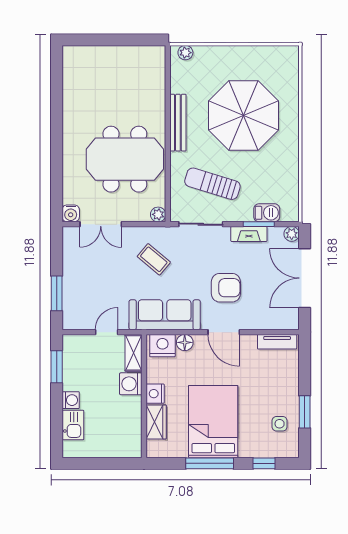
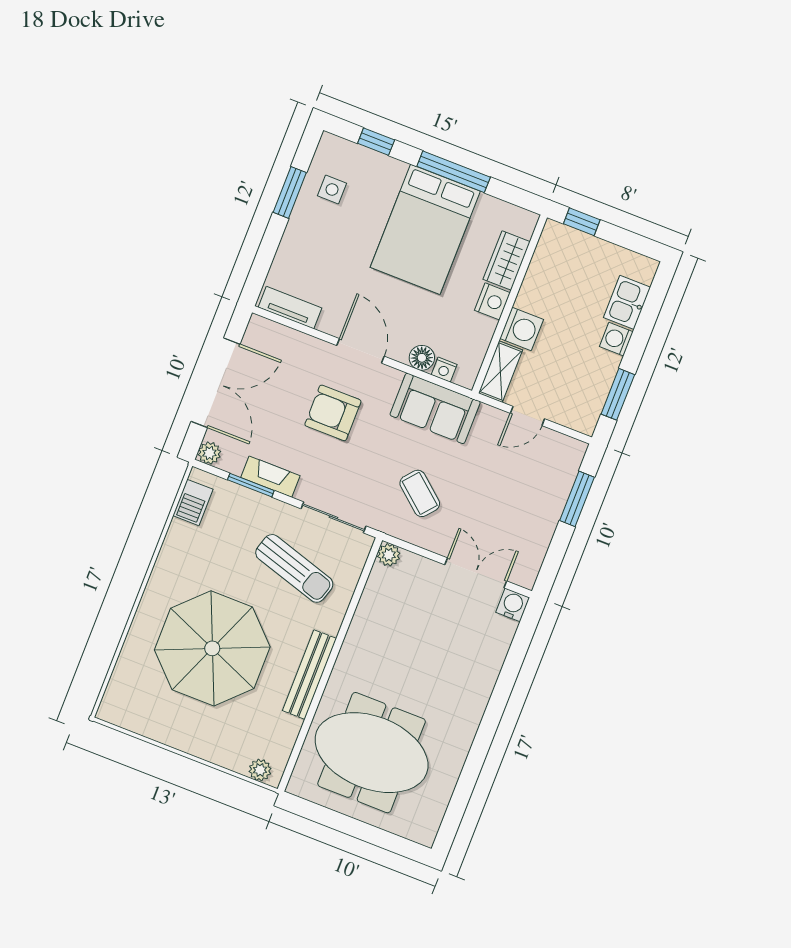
meeting table: (125, 159) -> (372, 753), moved
barbecue: (267, 213) -> (193, 502), moved, turned -90
sofa: (165, 315) -> (435, 408), width x0.73
nightstand: (162, 346) -> (444, 370), width x0.53, depth x0.56
window: (120, 463) -> (582, 222), added

